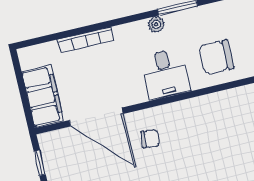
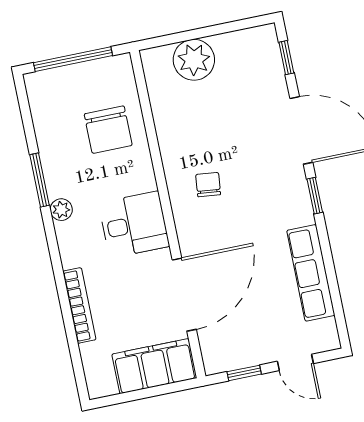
desk: (165, 74) -> (134, 225), moved
chair: (150, 139) -> (208, 185), moved

